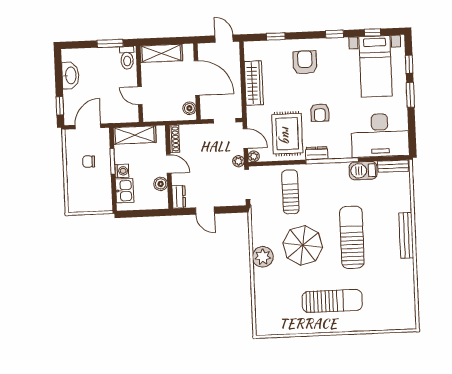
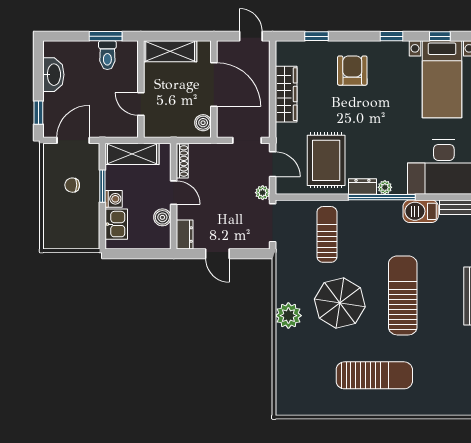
toilet: (127, 58) -> (107, 55), moved
armchair: (320, 113) -> (369, 135), removed
plant: (254, 156) -> (385, 187), moved

